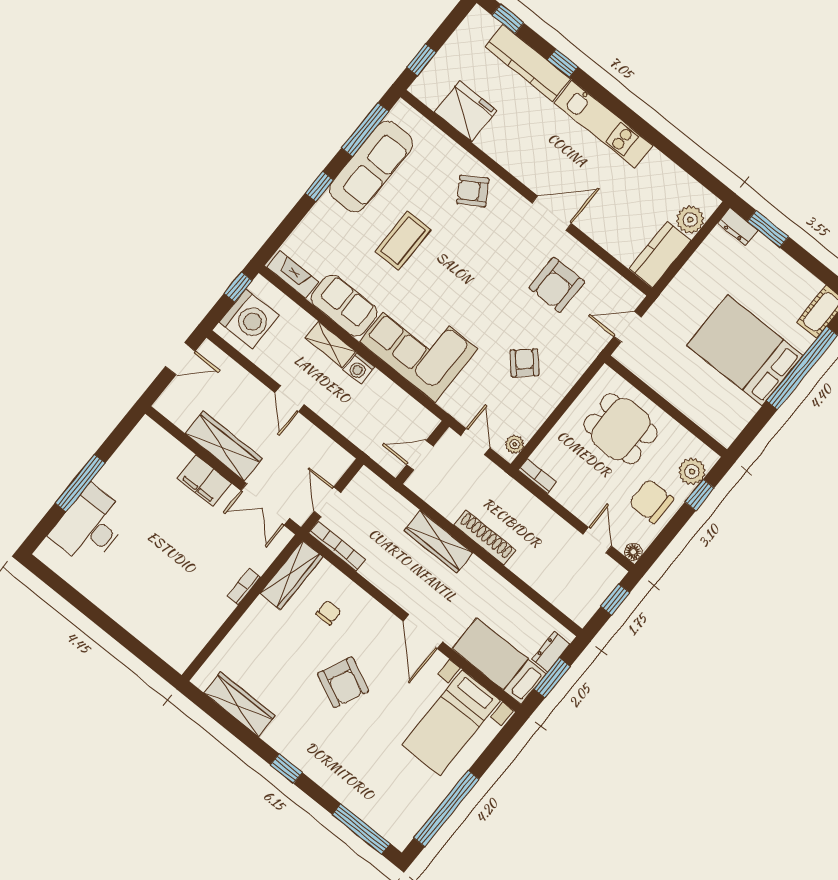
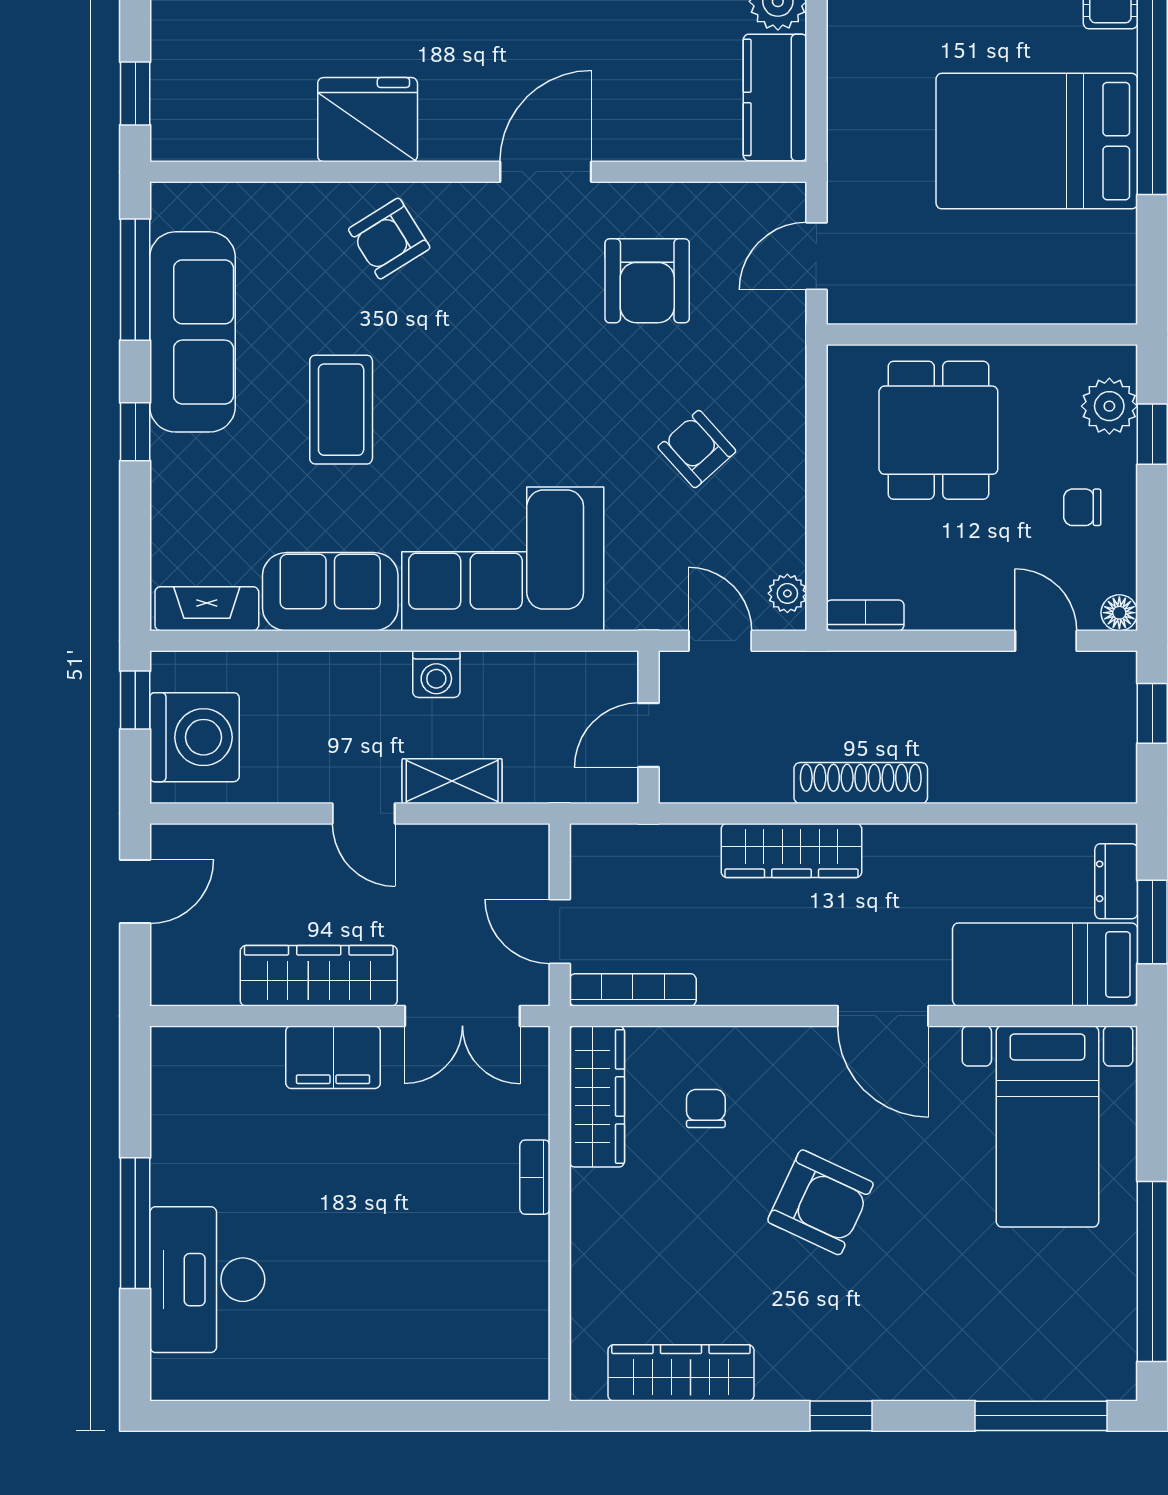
fridge: (466, 111) -> (368, 120), moved
shelving: (330, 345) -> (452, 781), moved
dining table: (621, 429) -> (938, 430), turned 90
chair: (651, 501) -> (1082, 507), width x0.54, depth x0.54

